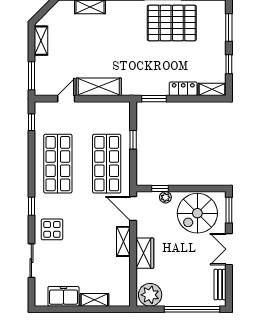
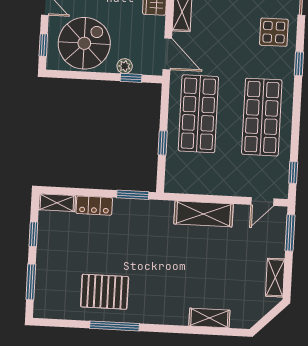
pallet: (172, 23) -> (105, 292), width x0.73, depth x0.71
door: (66, 99) -> (262, 202), moved
window: (229, 210) -> (43, 45), width x0.67

